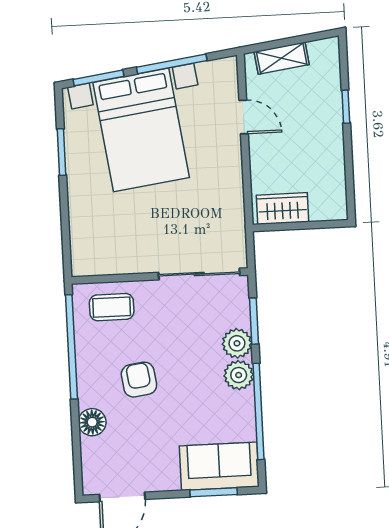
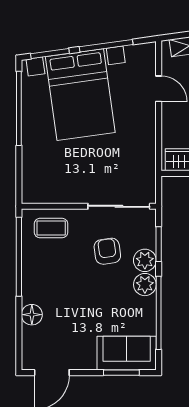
window: (62, 152) -> (19, 108), width x2.11
armchair: (139, 380) -> (107, 251), moved

